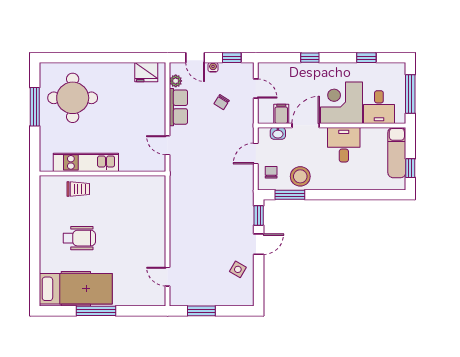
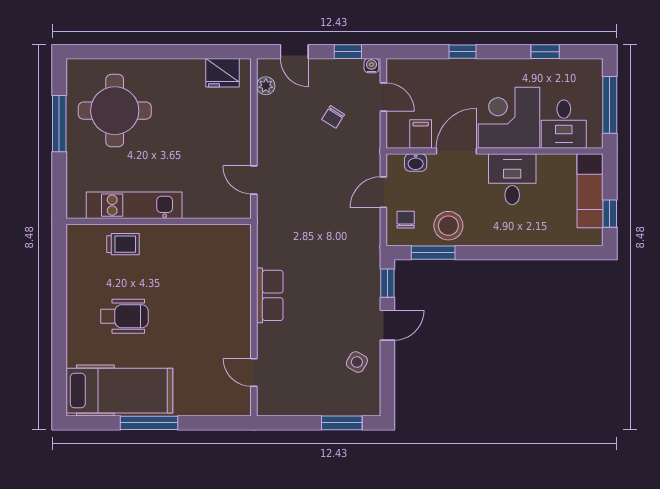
water cooler: (213, 67) -> (371, 66), moved
row of seats: (178, 107) -> (270, 295), moved
window: (201, 311) -> (342, 423), moved

